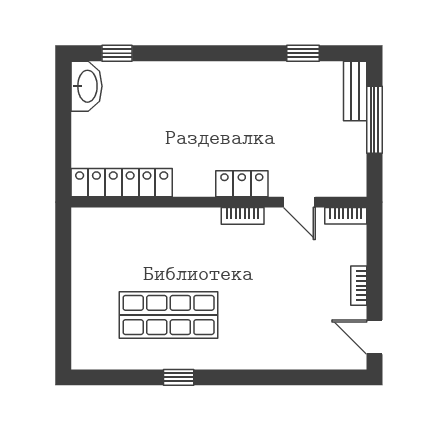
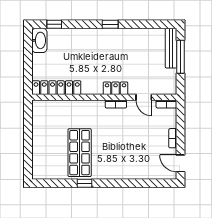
window: (303, 53) -> (110, 24), moved
bench: (355, 91) -> (171, 48), width x1.36
shop shelf: (169, 315) -> (80, 153), turned 90

